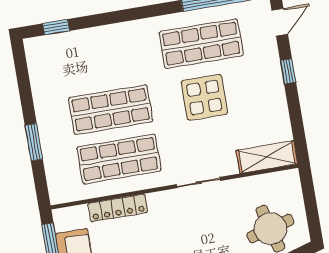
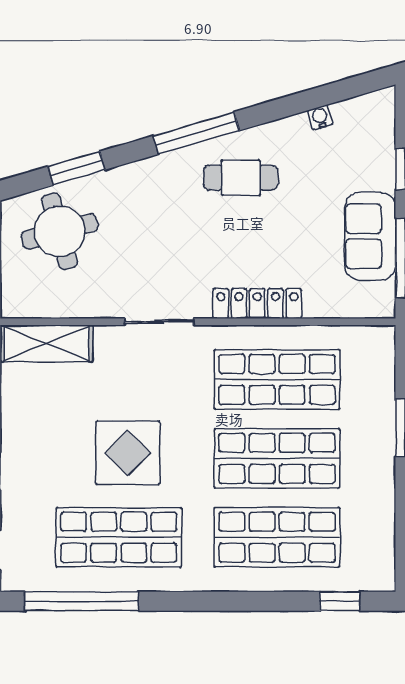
shop shelf: (102, 60) -> (277, 537), added
locker: (118, 208) -> (257, 304), moved

